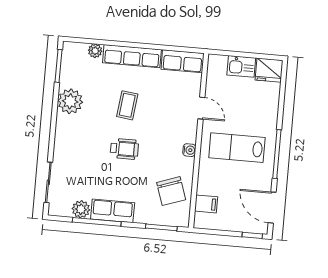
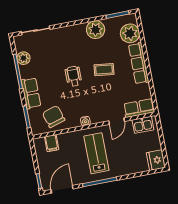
plant: (95, 51) -> (130, 33), width x1.87, depth x1.87
row of seats: (183, 61) -> (139, 108), moved, turned 90
kitchen sink: (241, 66) -> (143, 125), moved, turned -90
wheelchair: (124, 149) -> (73, 76), turned 180
chair: (171, 191) -> (54, 117), turned 92
row of seats: (113, 211) -> (31, 93), moved

